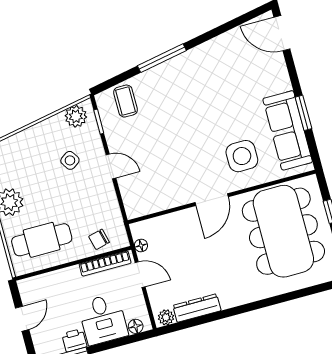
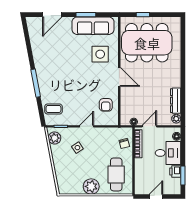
door: (282, 33) -> (52, 15), moved
armchair: (157, 189) -> (106, 105), added
door: (22, 319) -> (156, 197), hinge flipped

